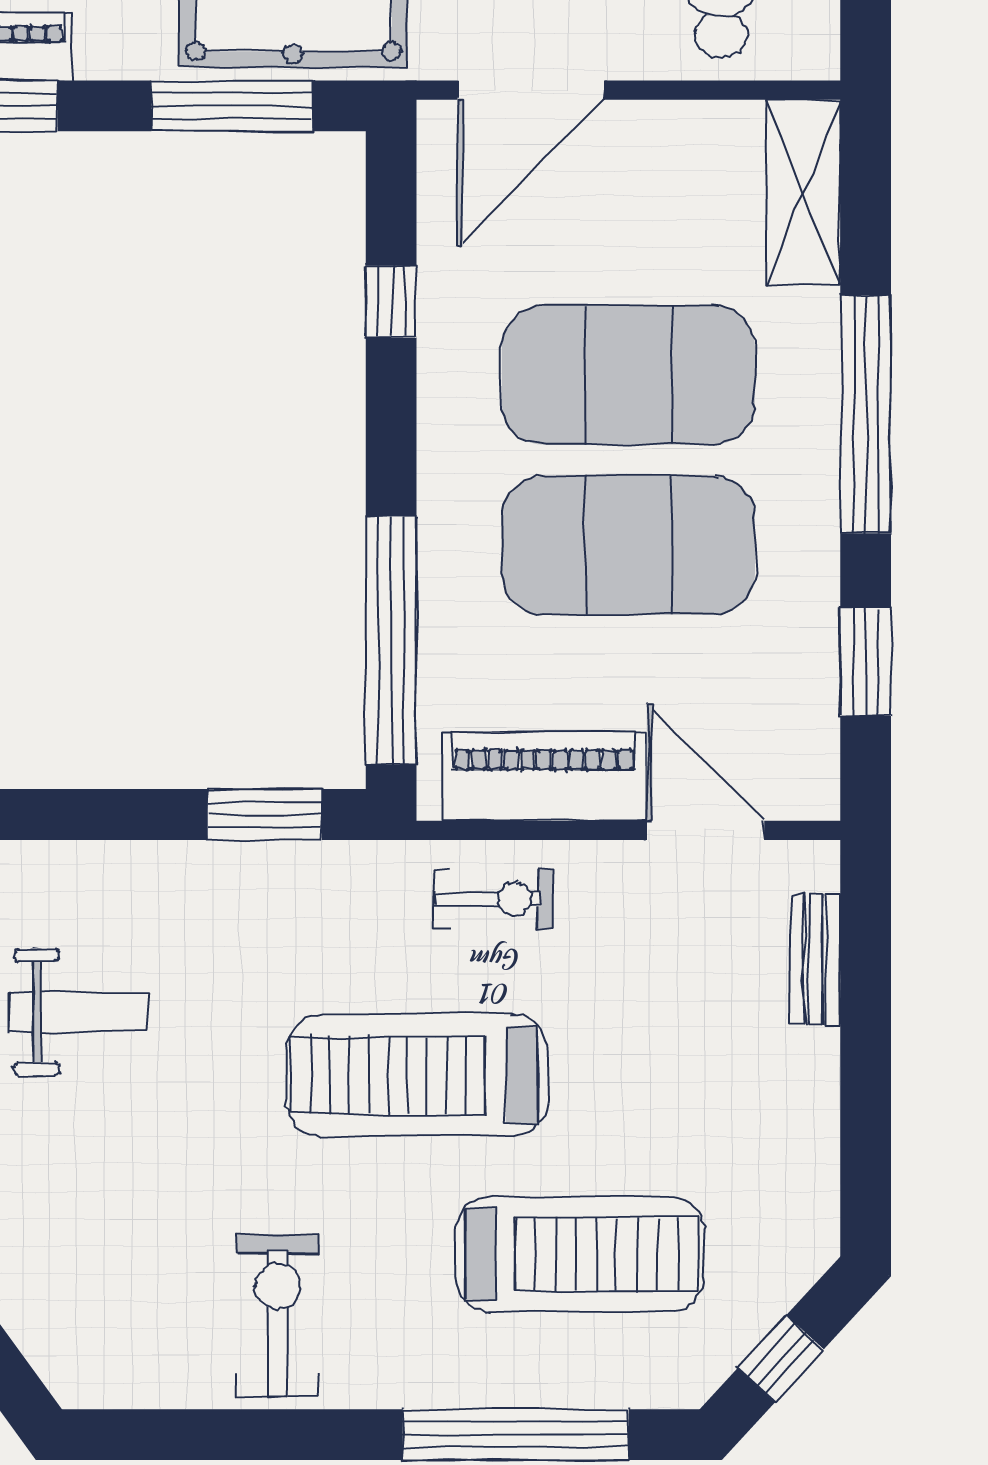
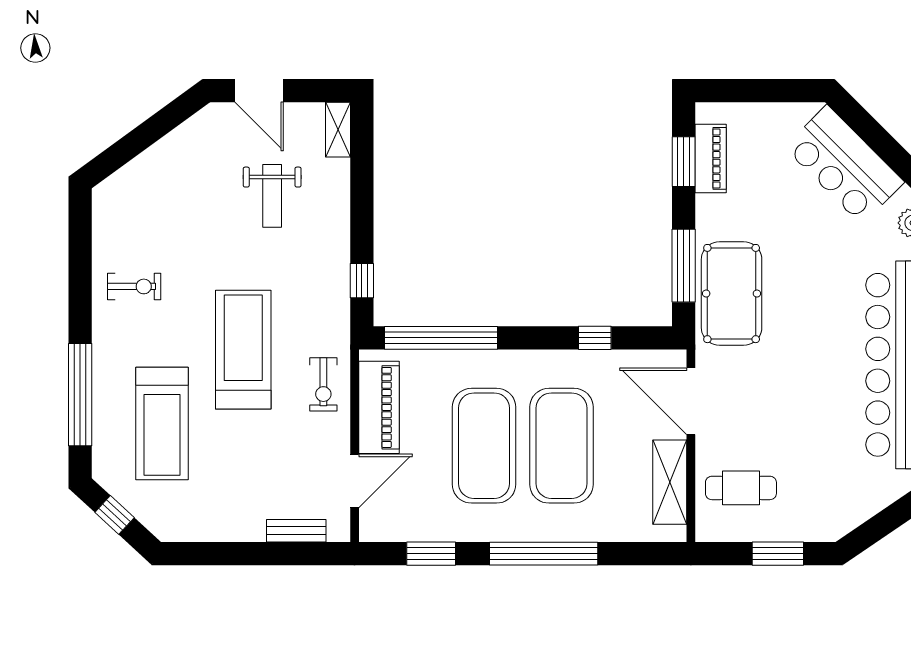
shelving: (803, 193) -> (670, 482), moved, turned 90
window: (265, 815) -> (362, 281), width x0.67
exercise bike: (278, 1315) -> (134, 286), width x0.73, depth x0.72

